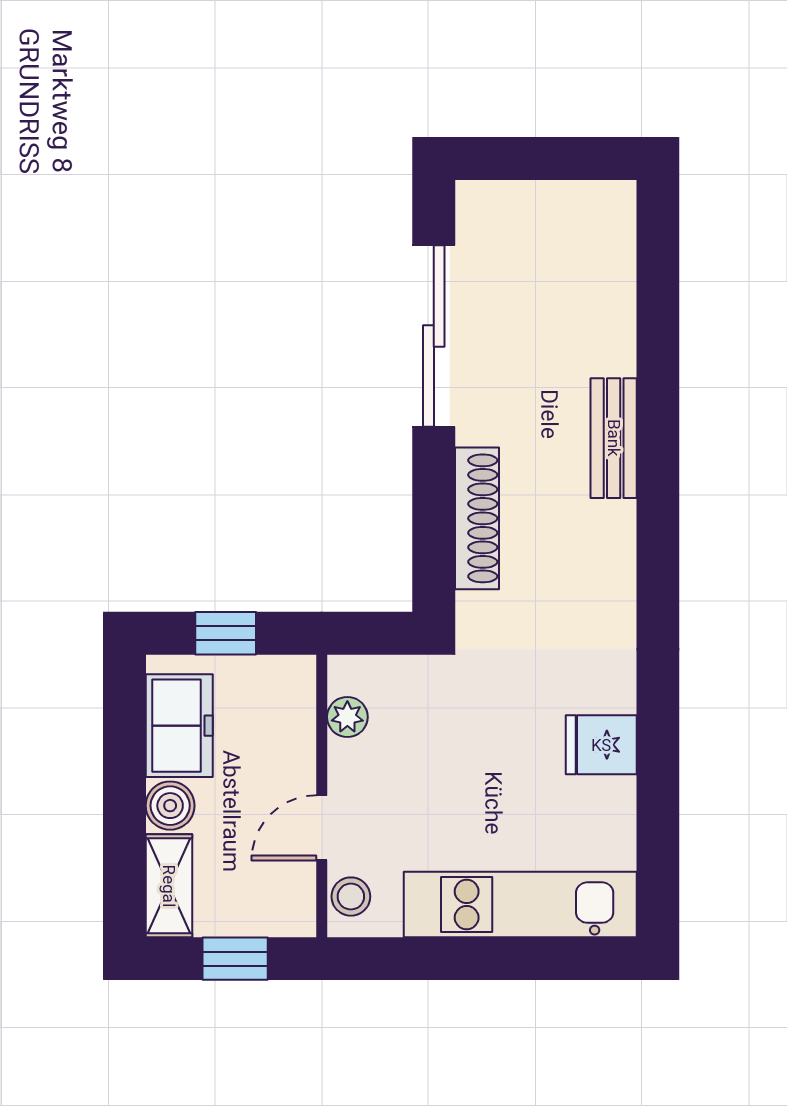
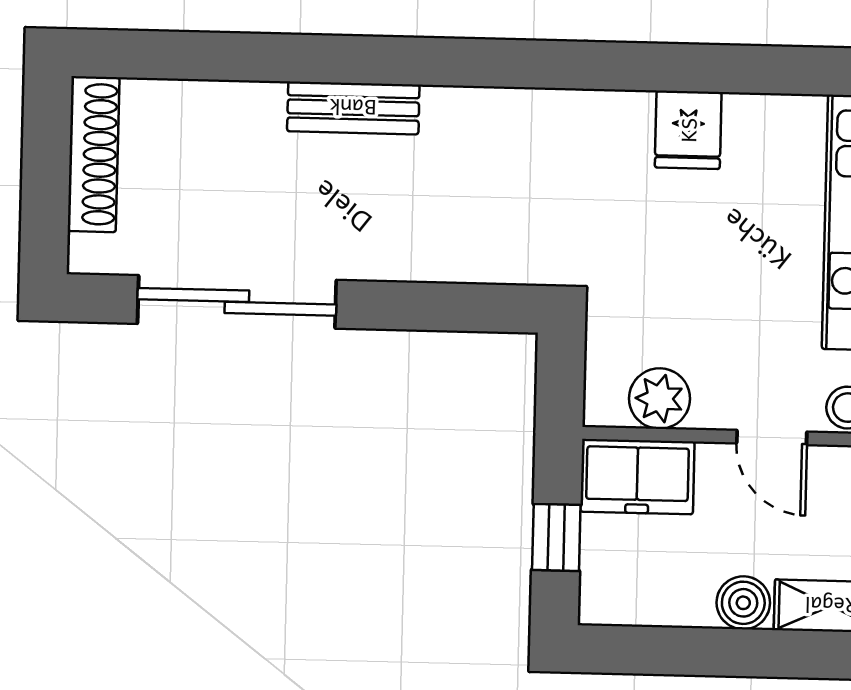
shoe rack: (477, 518) -> (94, 154), moved, turned 90
plant: (347, 717) -> (660, 399), width x1.38, depth x1.38
freezer: (179, 726) -> (637, 477), moved, turned 180

